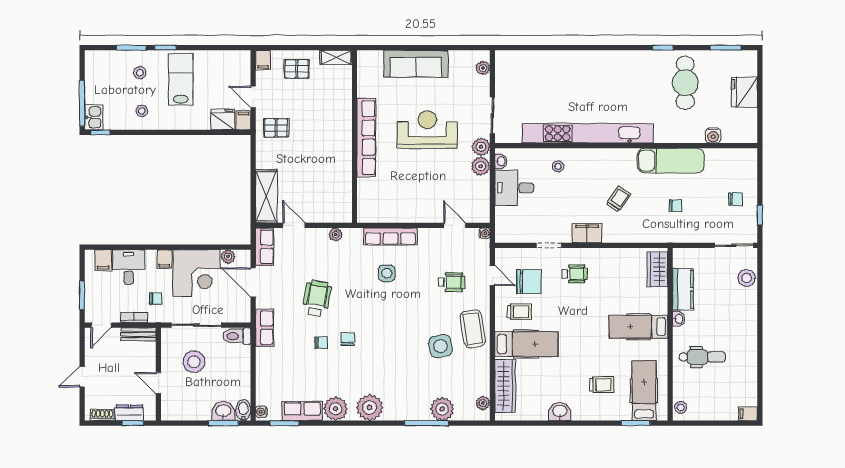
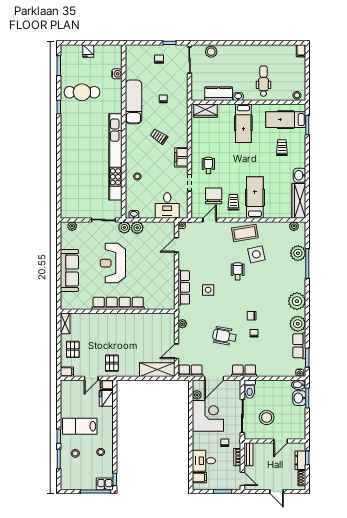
fridge: (744, 92) -> (88, 51), width x0.53, depth x0.75
desk: (514, 188) -> (167, 205), moved
filing cabinet: (164, 259) -> (199, 437), removed
wheelchair: (452, 282) -> (238, 271), moved
wardrobe: (505, 386) -> (299, 201), moved, turned -90

